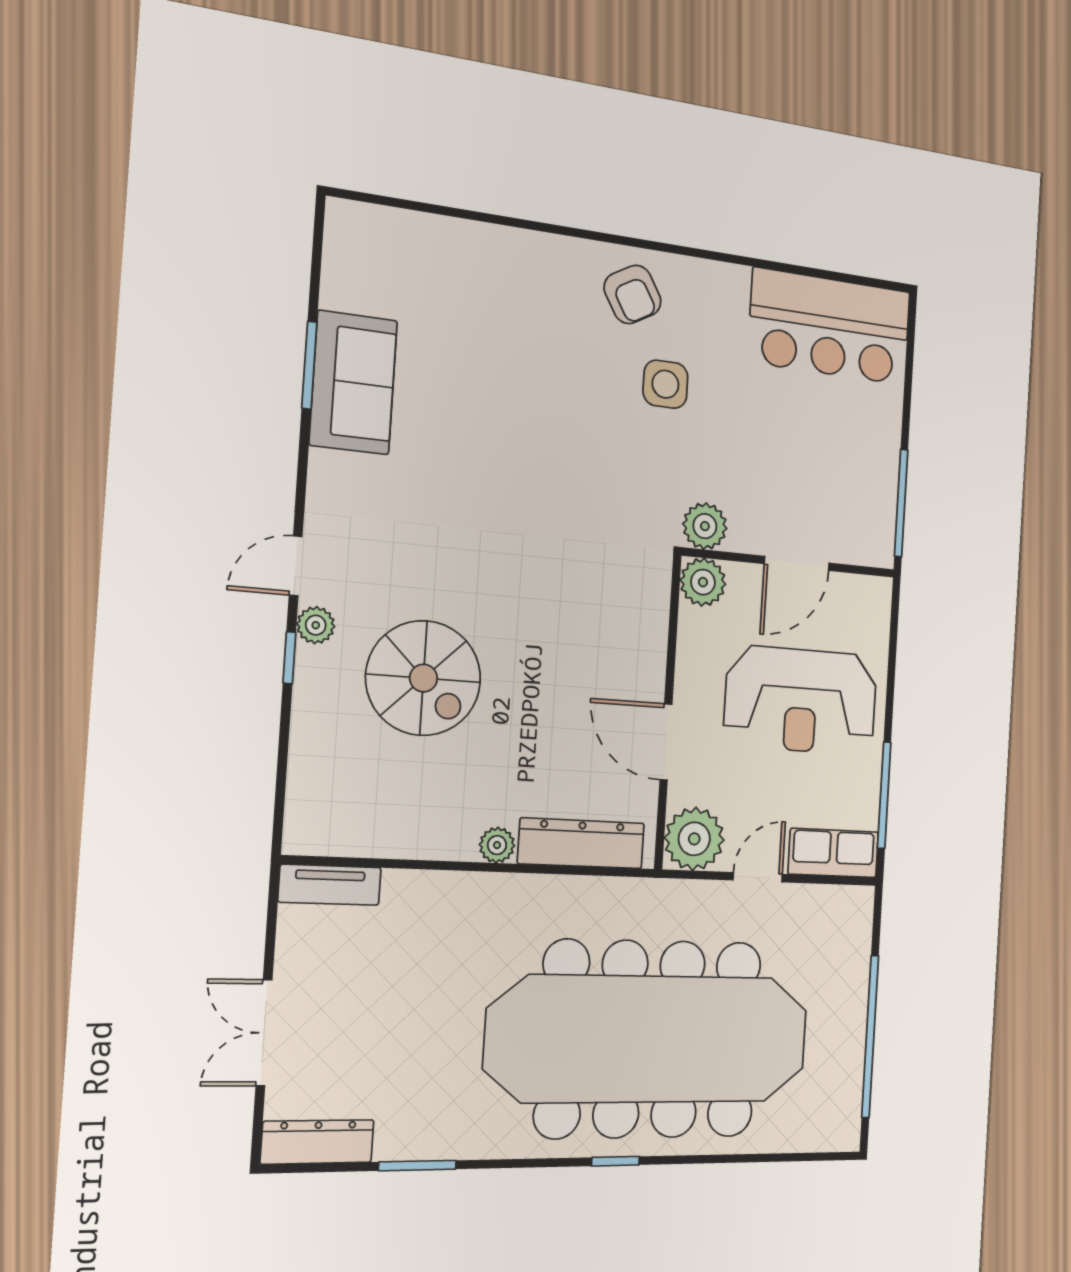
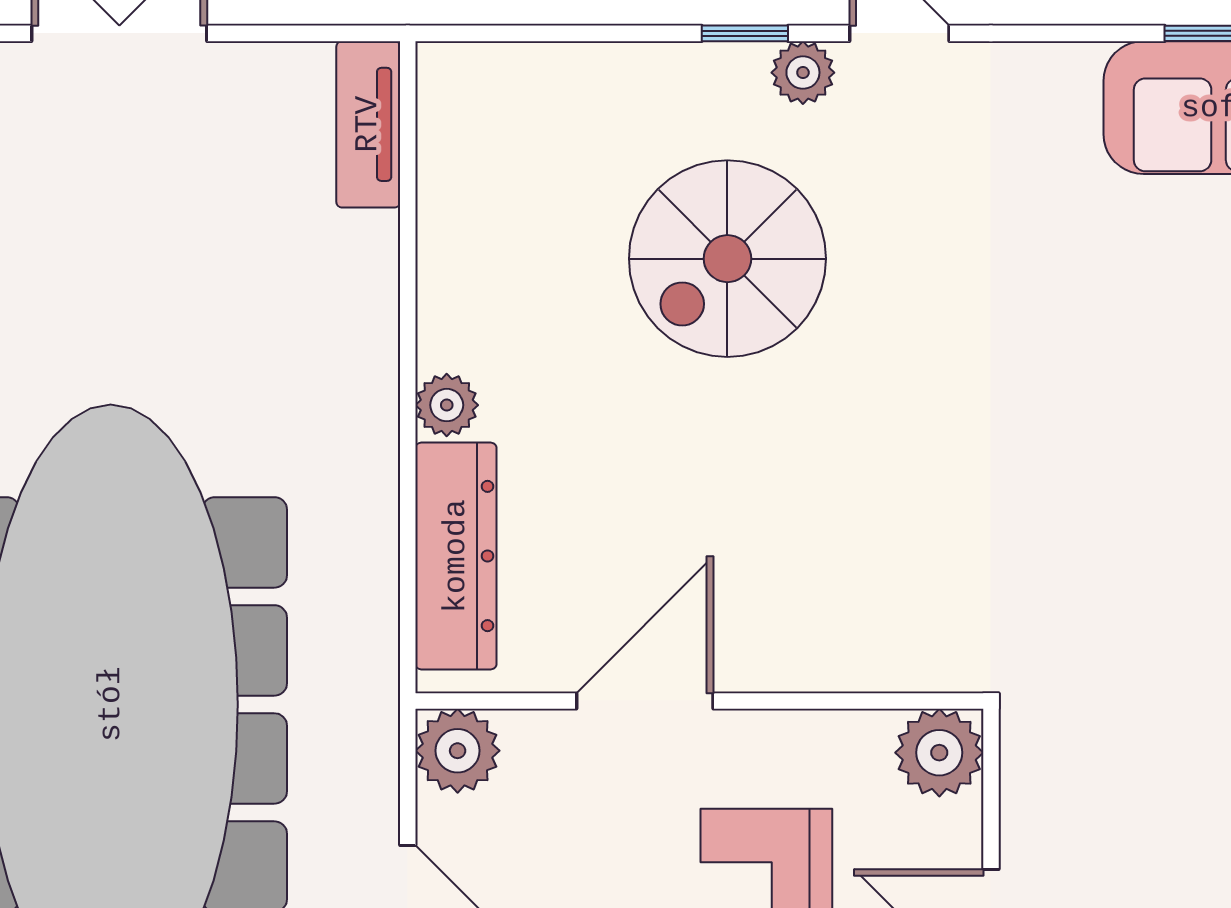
plant: (705, 526) -> (1041, 750), removed
plant: (694, 839) -> (458, 751), width x0.73, depth x0.73

